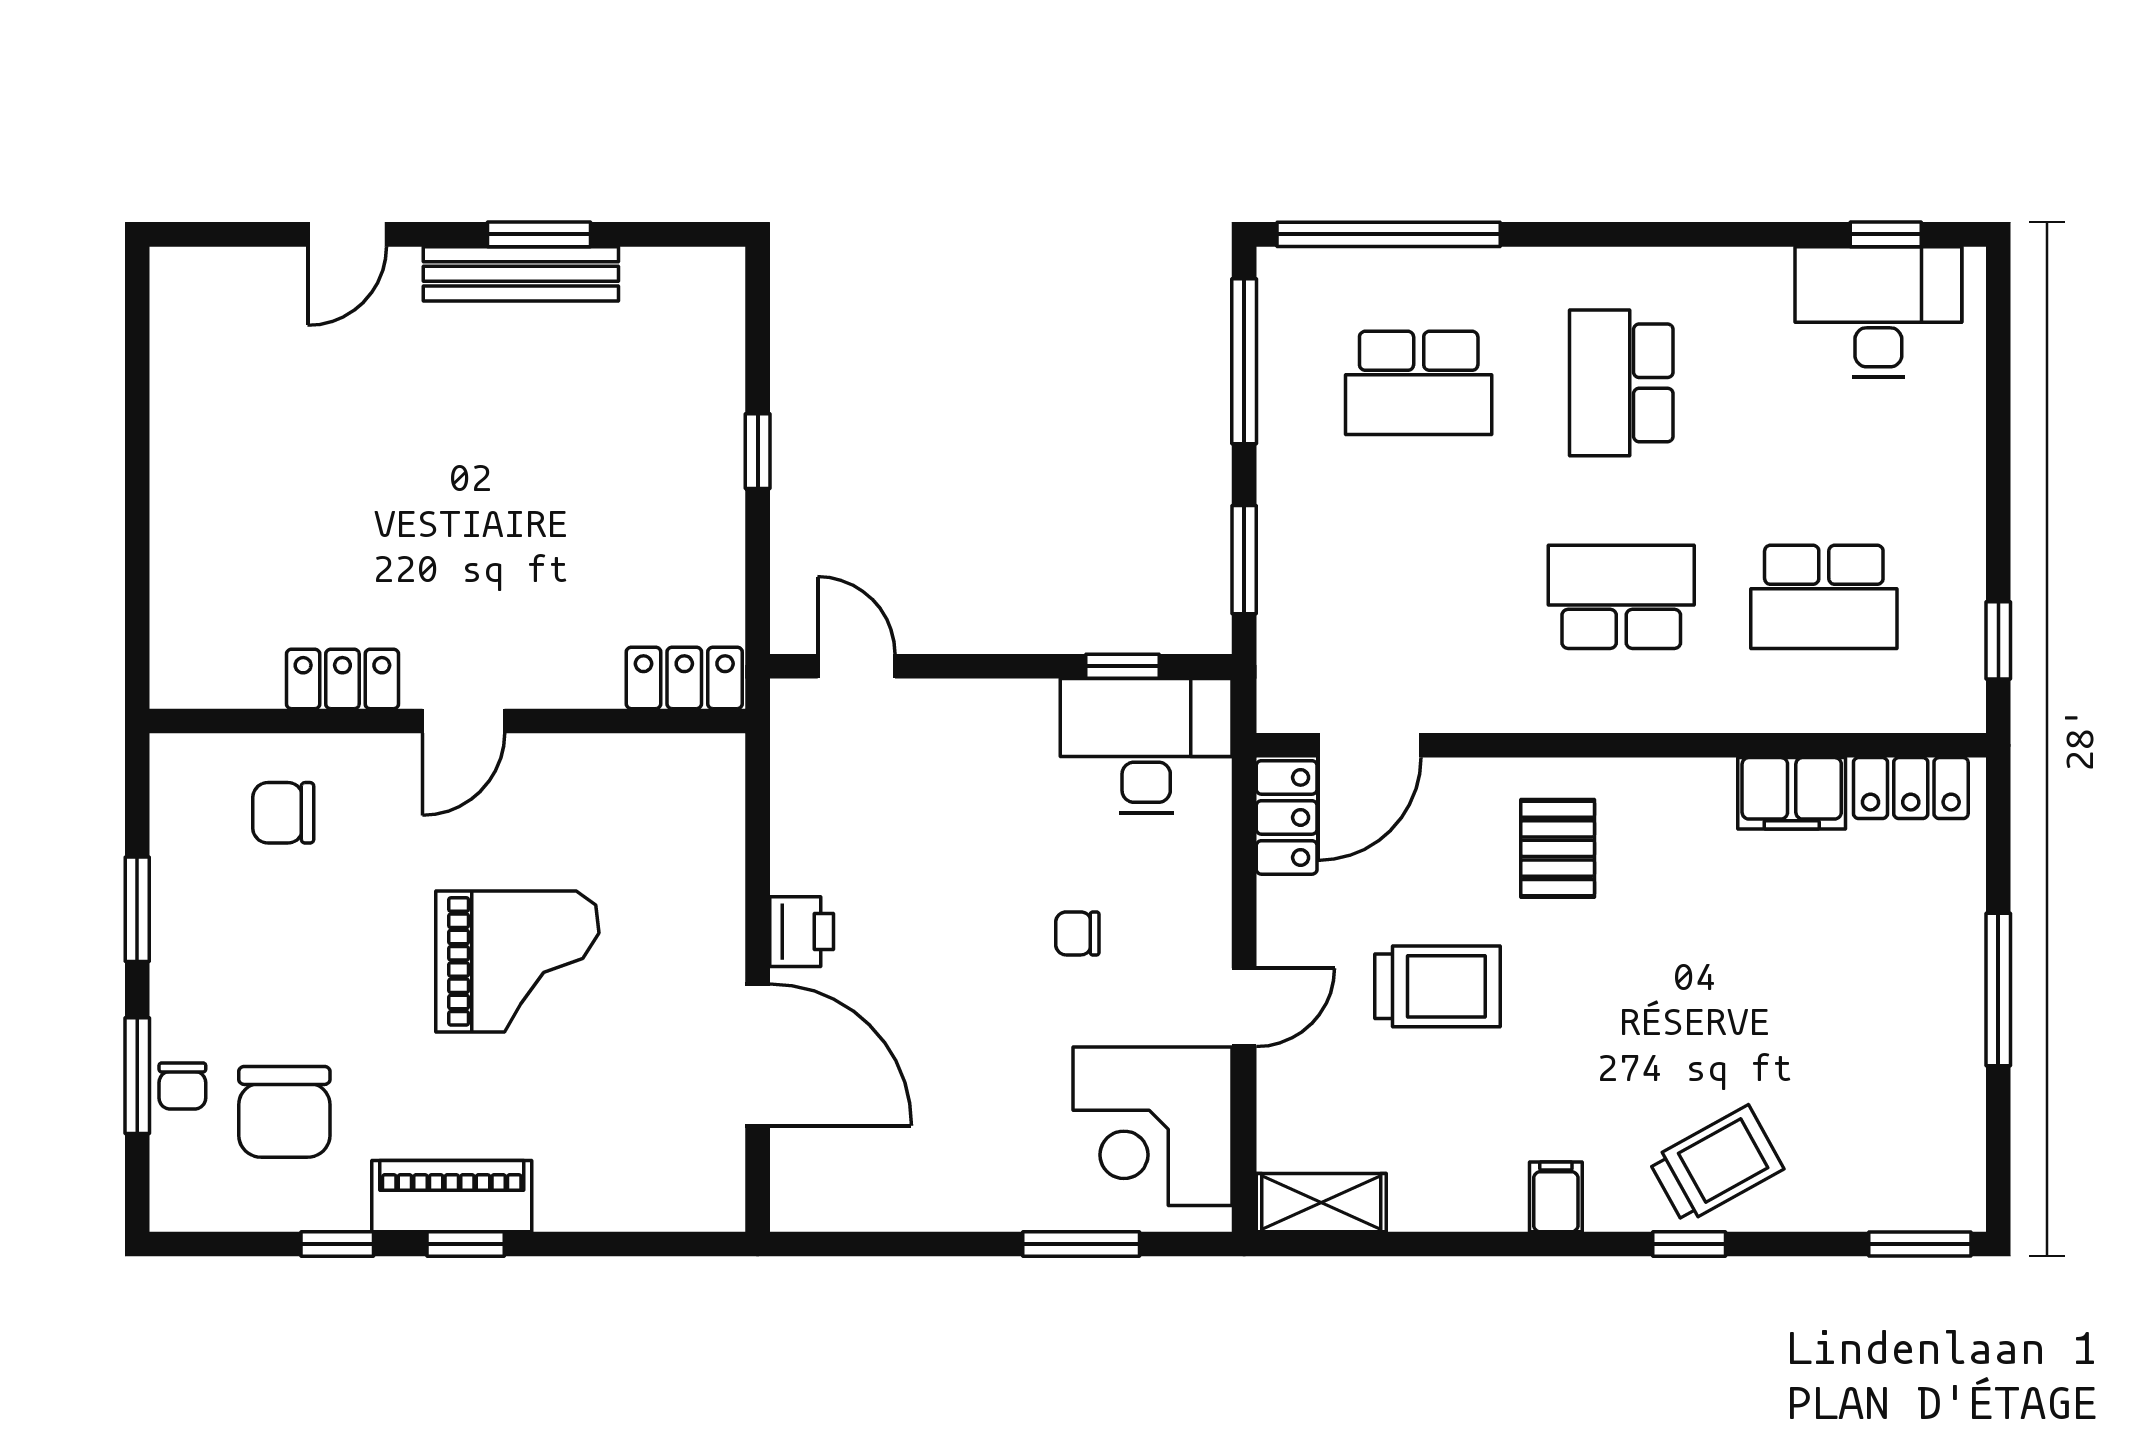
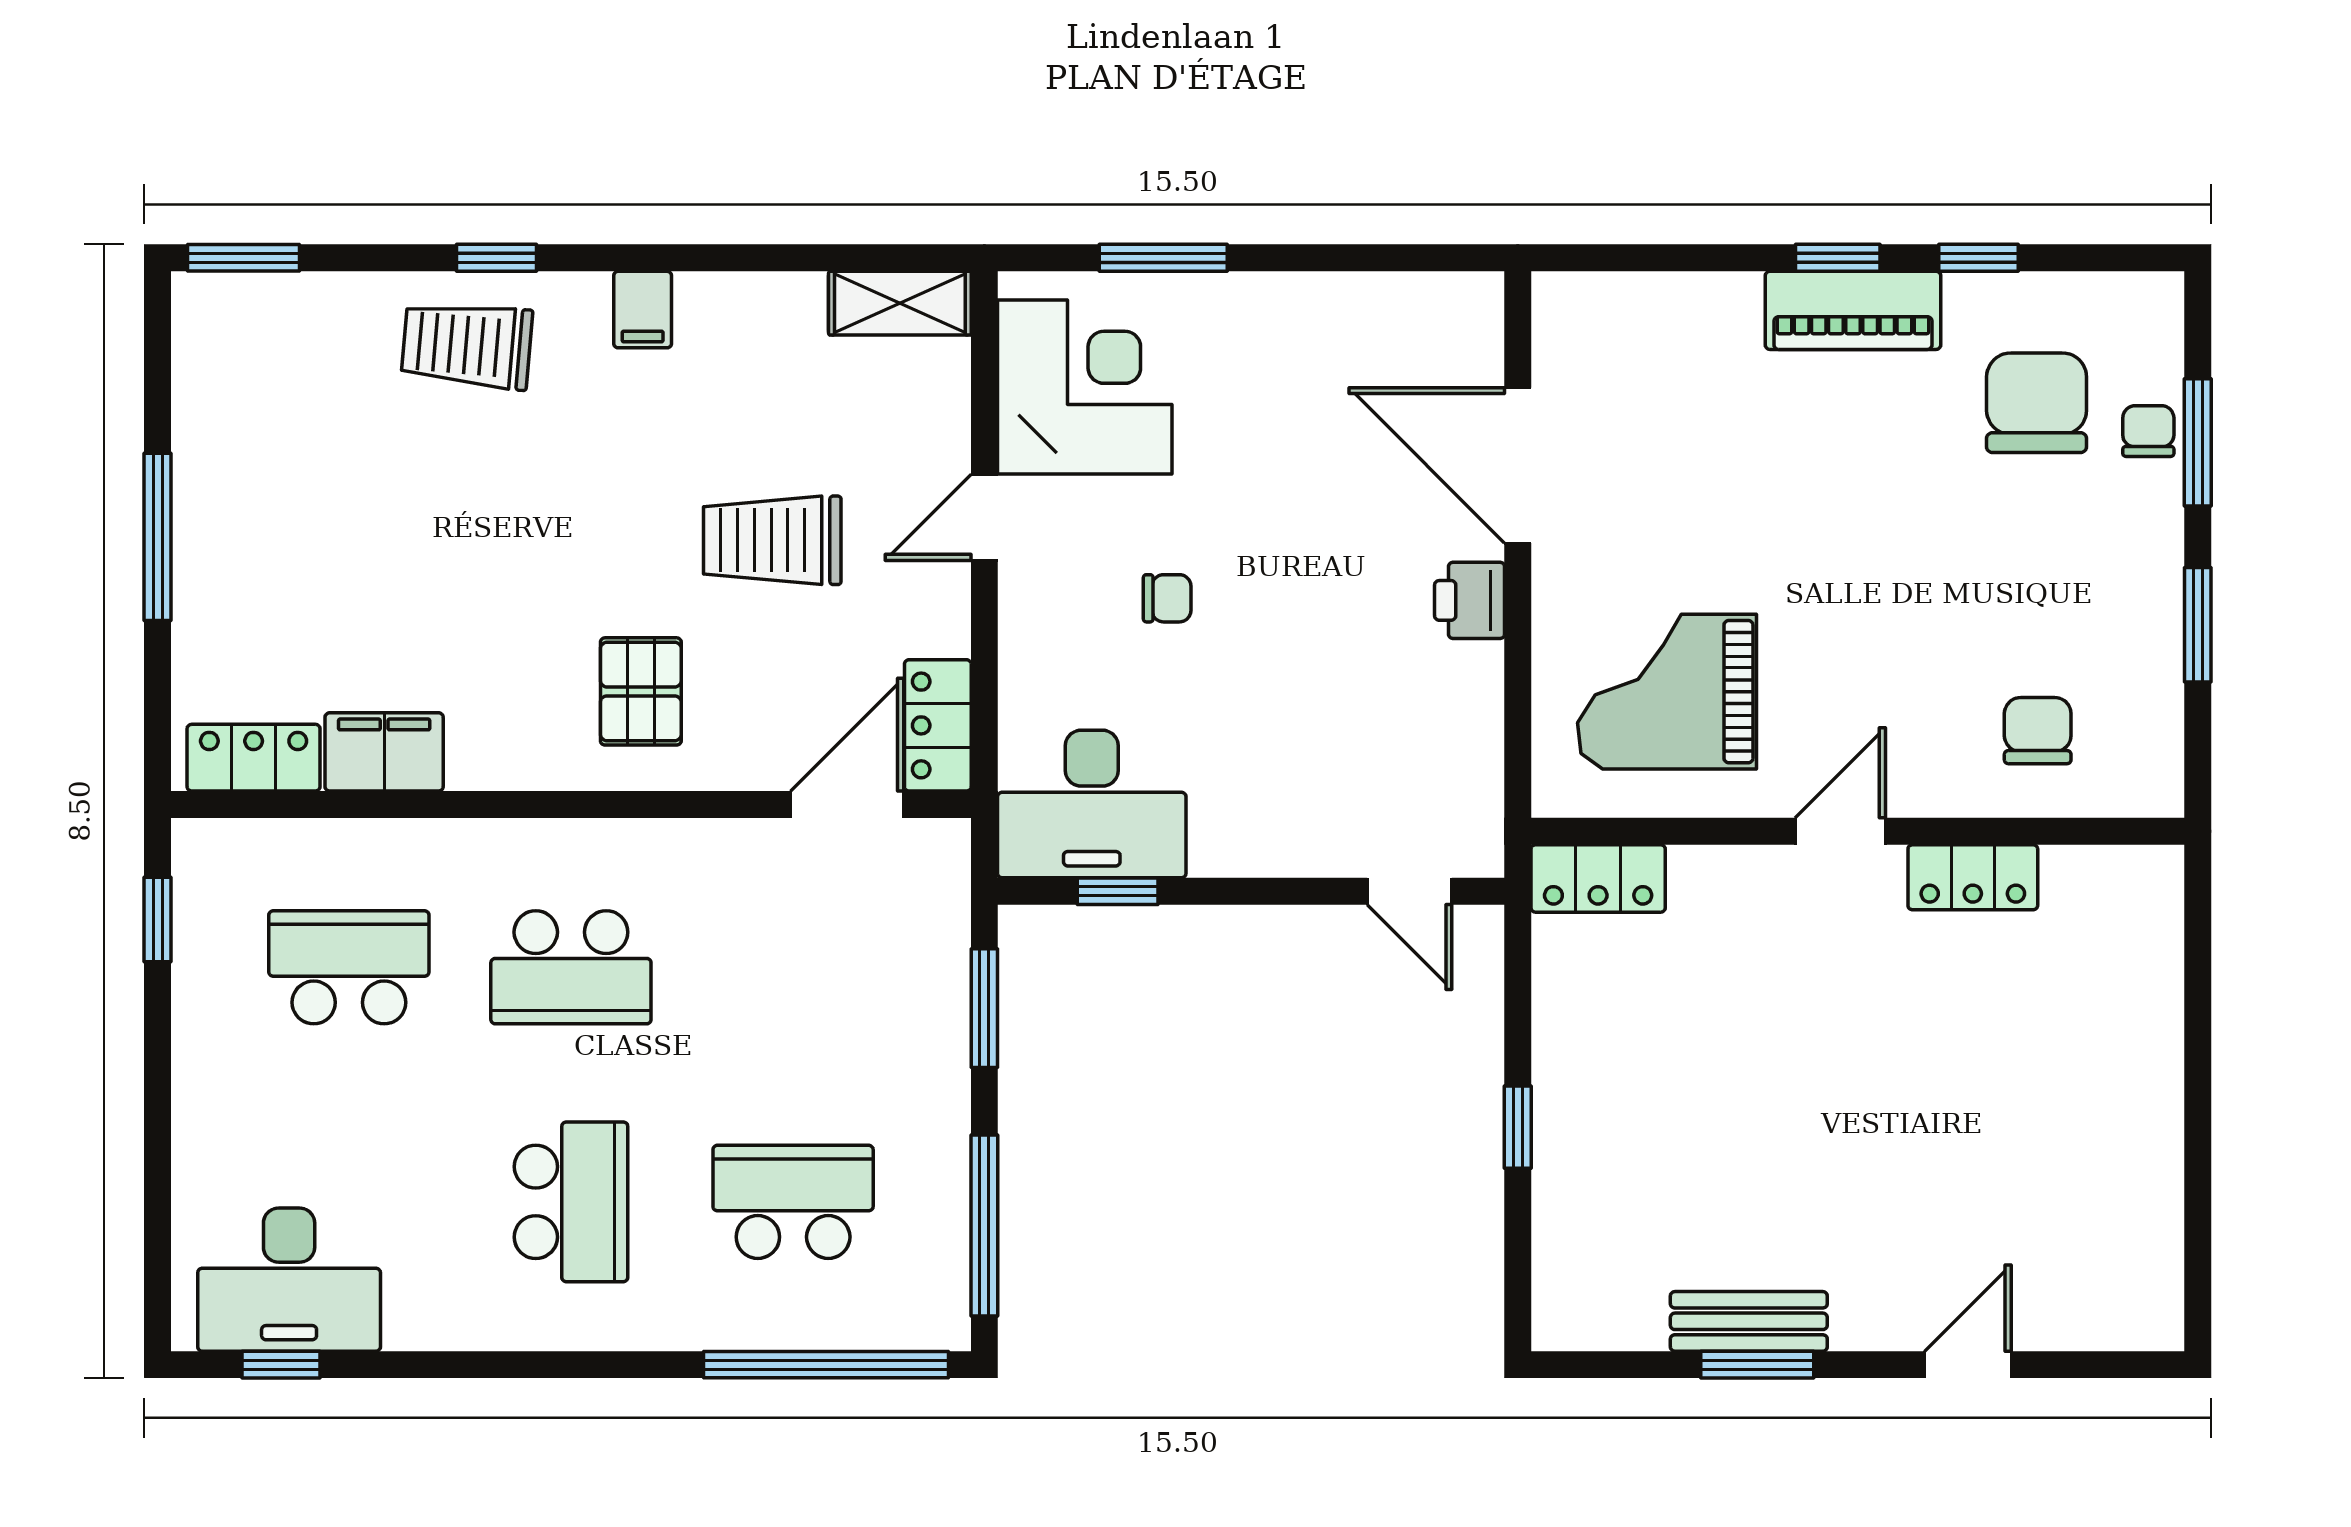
bench: (521, 274) -> (1749, 1321), width x0.73
chair: (283, 813) -> (2038, 731), turned -90
grand piano: (517, 961) -> (1667, 692), moved
trolley: (1716, 1164) -> (467, 345), turned 34

